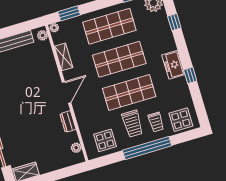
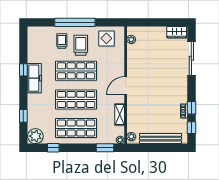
freezer: (173, 65) -> (34, 78), width x1.40
display table: (181, 120) -> (41, 37), removed
dresser: (68, 122) -> (132, 62), removed

